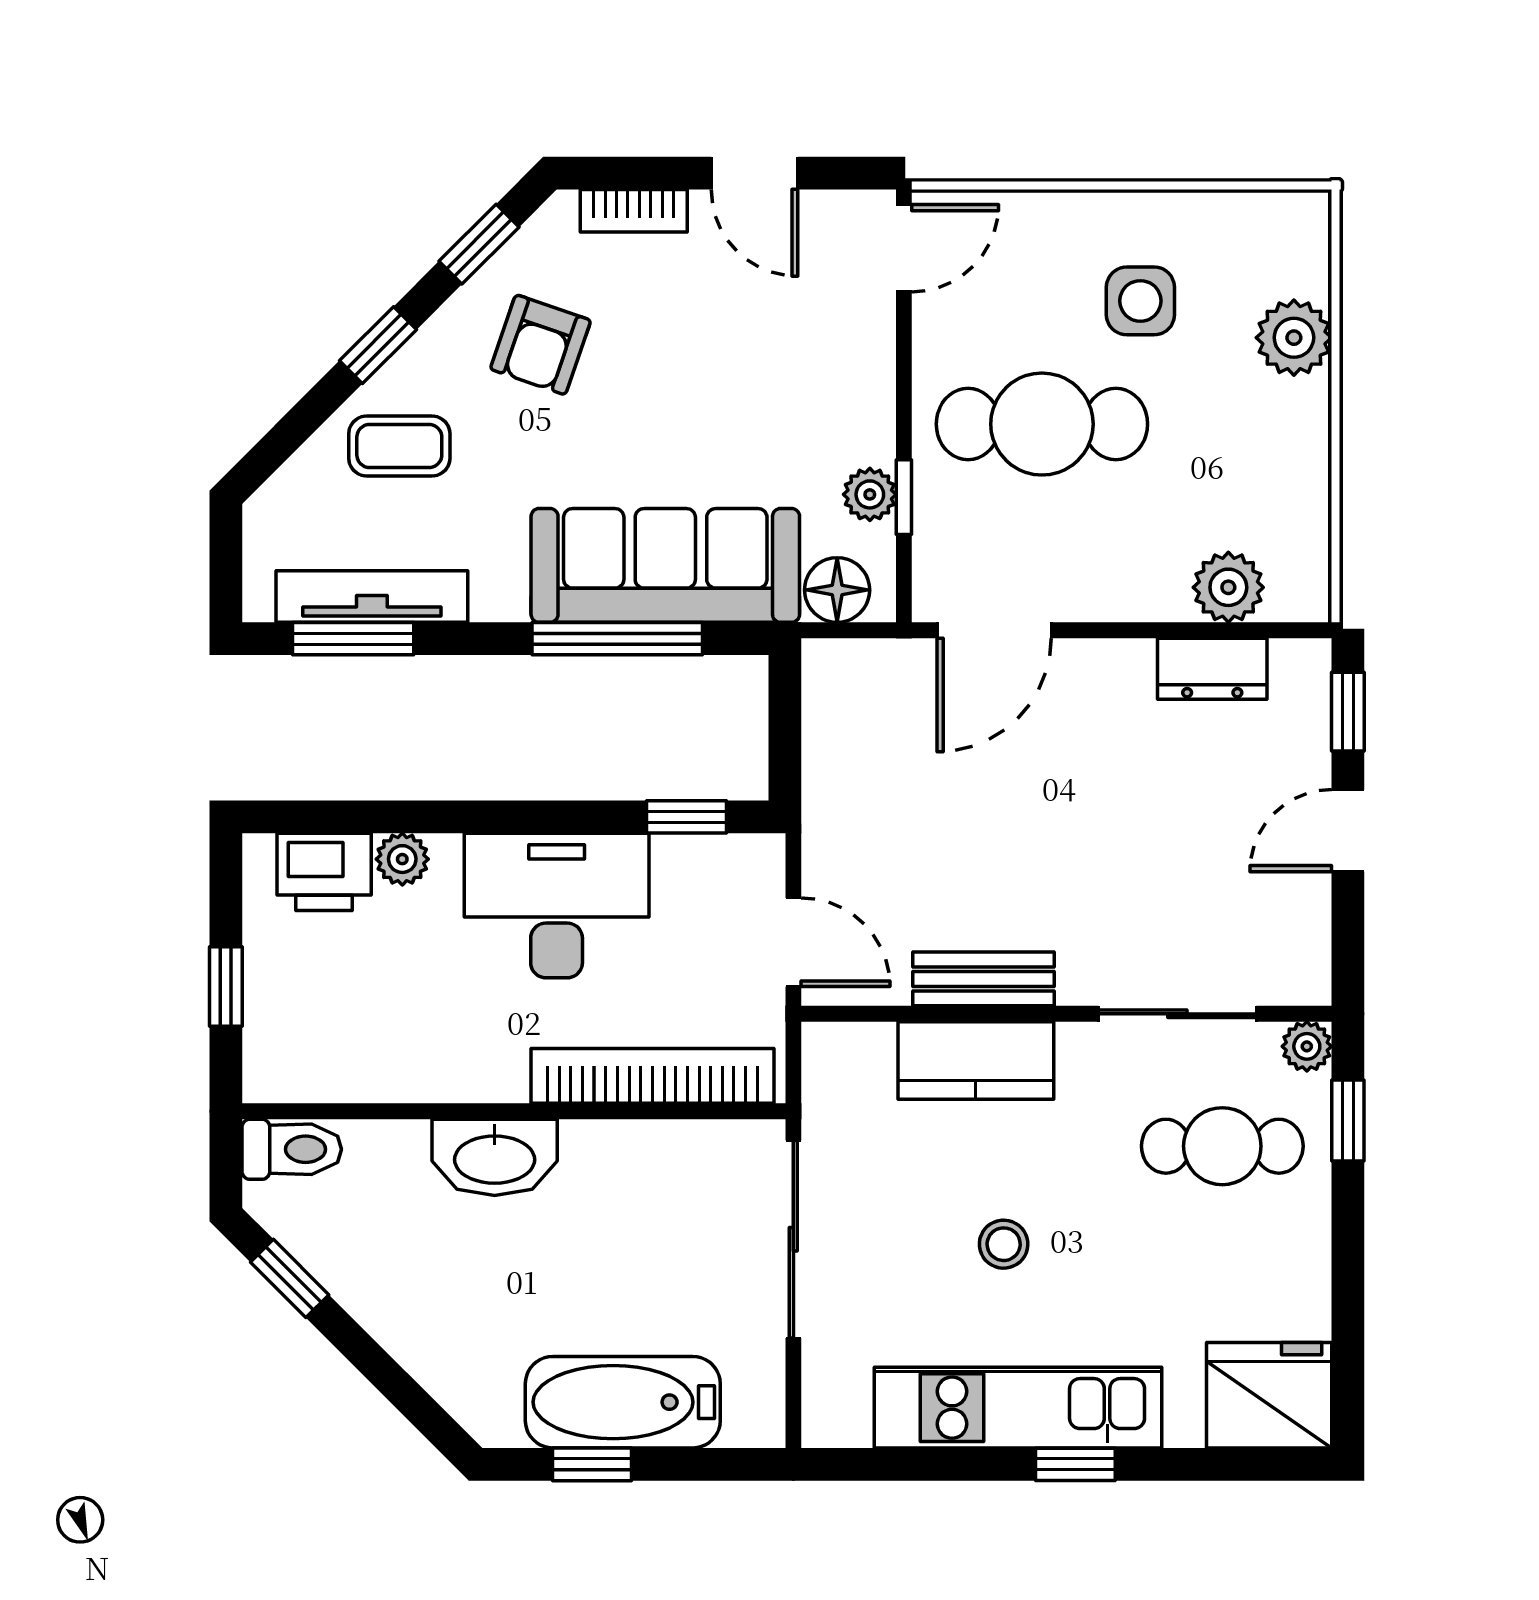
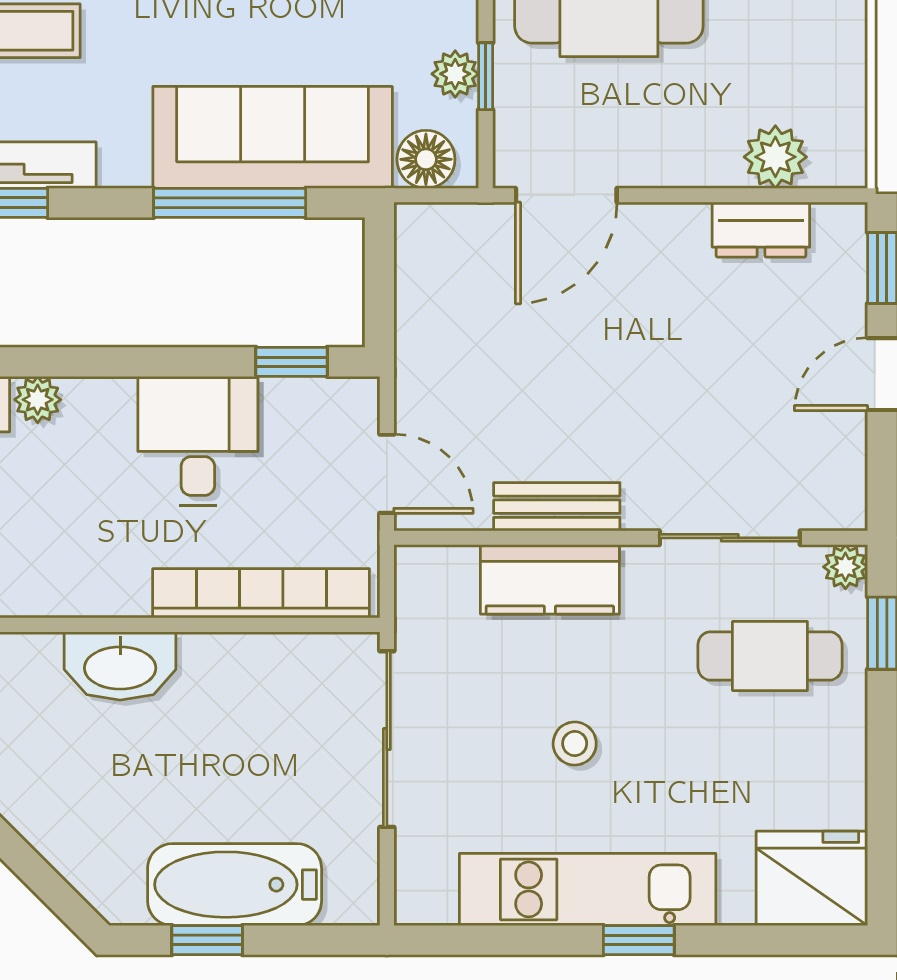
desk: (557, 906) -> (198, 441), width x0.73

